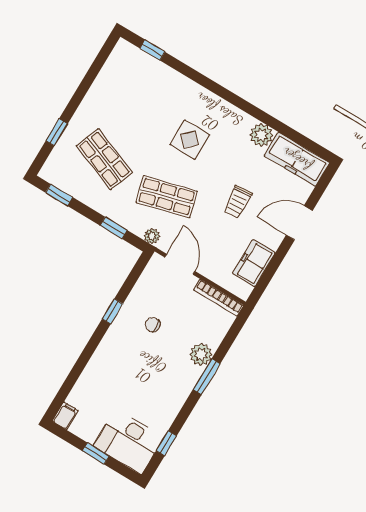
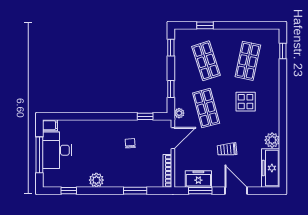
shop shelf: (138, 104) -> (248, 61), added
shop shelf: (104, 159) -> (206, 61), turned -39
window: (271, 270) -> (200, 191), added
window: (113, 311) -> (145, 116), moved
plant: (201, 354) -> (96, 180), moved
window: (207, 377) -> (135, 191), moved
desk: (129, 441) -> (57, 150), moved
window: (96, 453) -> (39, 155), width x2.17

